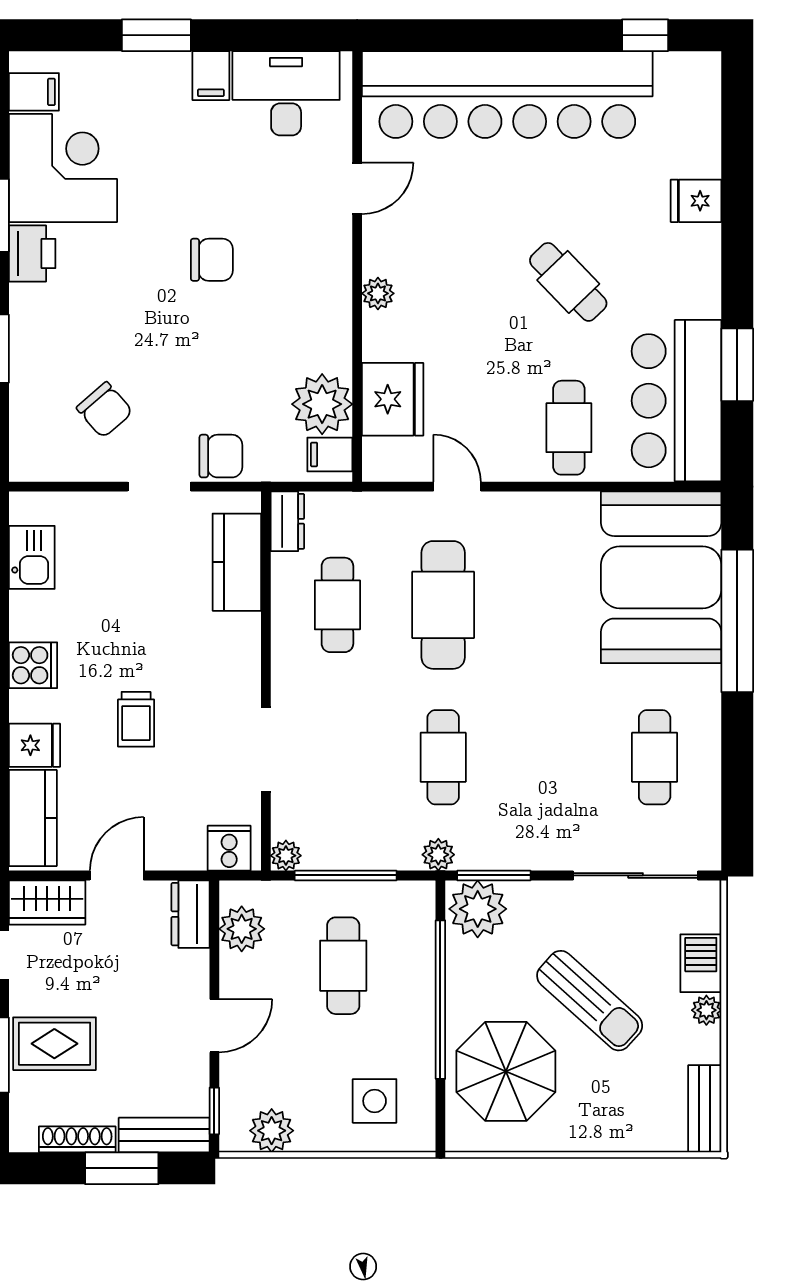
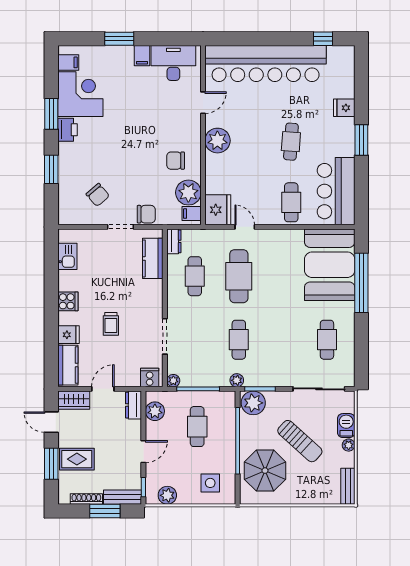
chair: (212, 260) -> (176, 161), moved, turned 180
cafe table: (568, 282) -> (291, 142), turned 48
plant: (378, 293) -> (217, 141), width x1.88, depth x1.88
window: (737, 365) -> (361, 140), moved
fridge: (393, 399) -> (218, 210), moved

